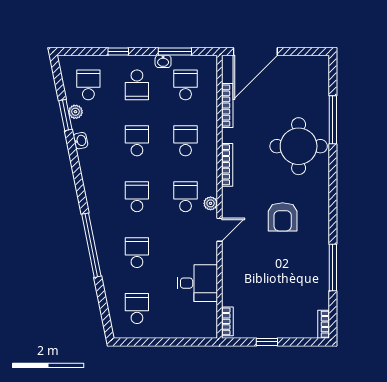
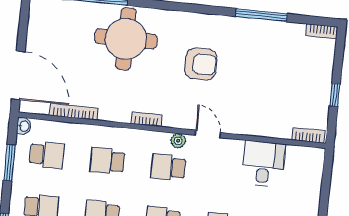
washbasin: (163, 61) -> (24, 126), moved
school desk: (186, 85) -> (47, 155), turned 180
bookcase: (227, 165) -> (147, 119), width x0.64

